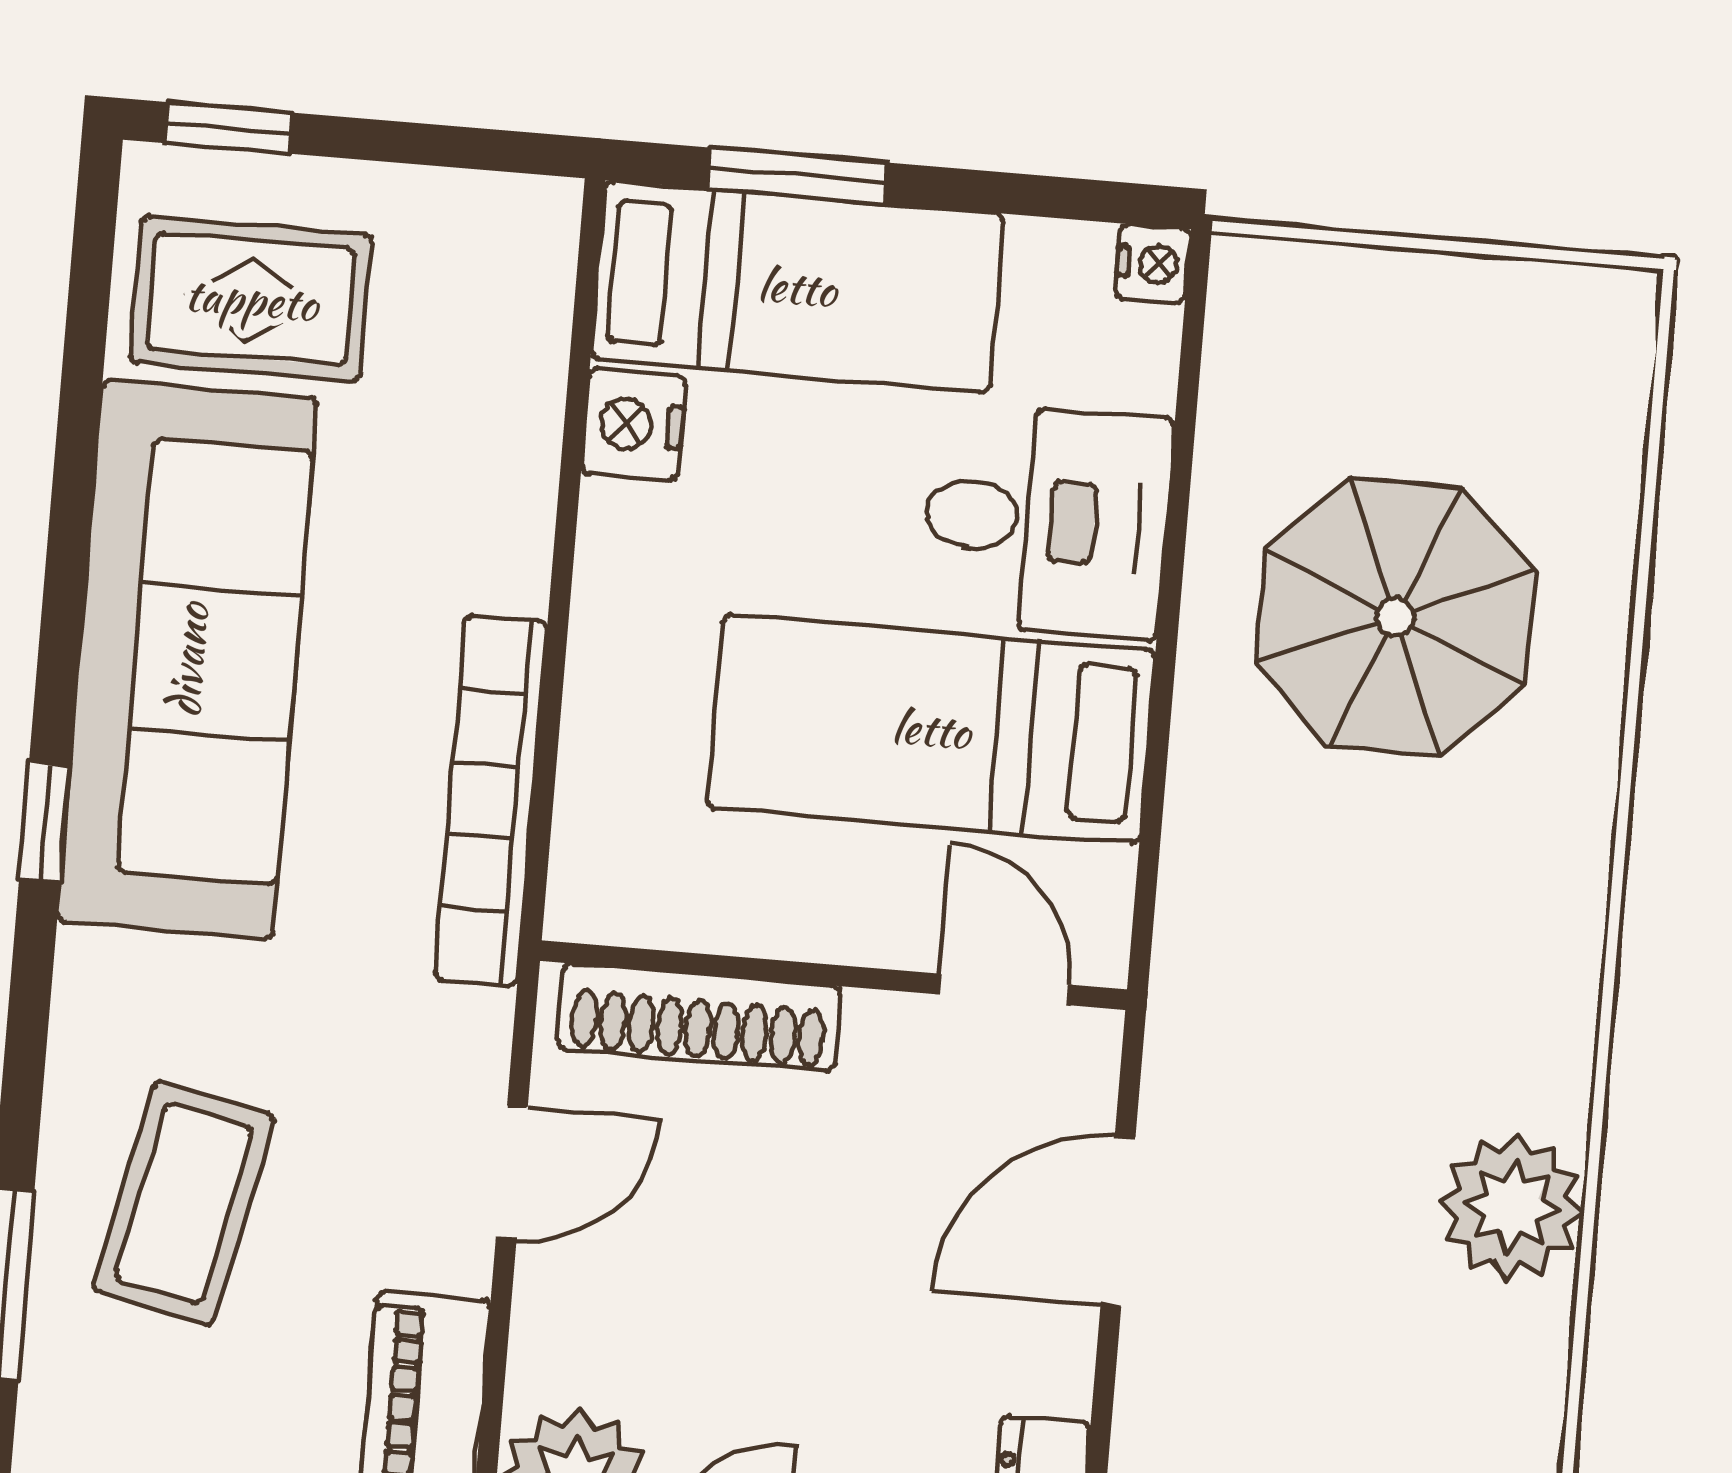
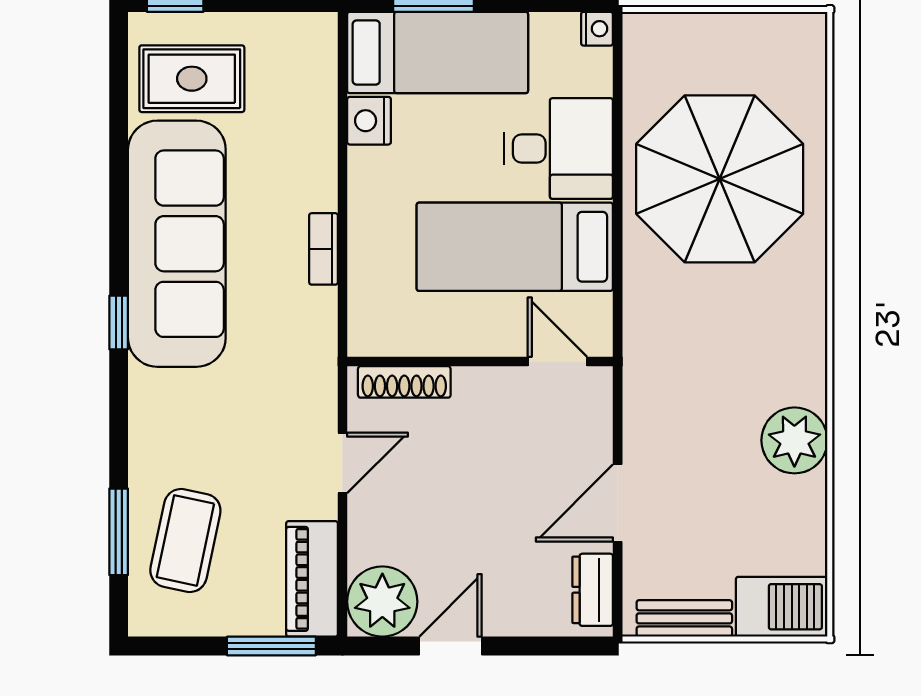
parasol: (1395, 617) -> (720, 179), width x1.36, depth x1.36
bookcase: (491, 801) -> (323, 249), width x0.43, depth x0.76
shoe rack: (699, 1017) -> (404, 382), width x0.74, depth x0.81
coffee table: (184, 1203) -> (185, 540), moved
door: (1118, 1221) -> (618, 503), moved

